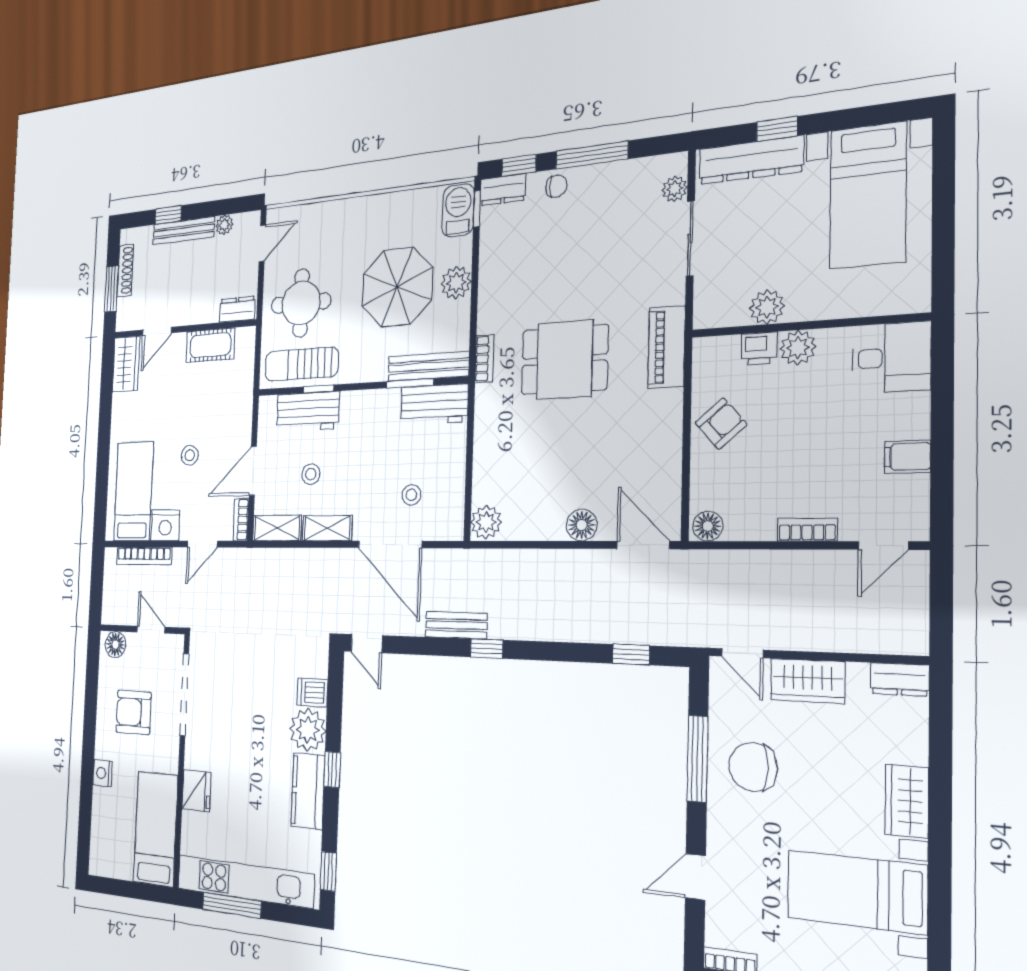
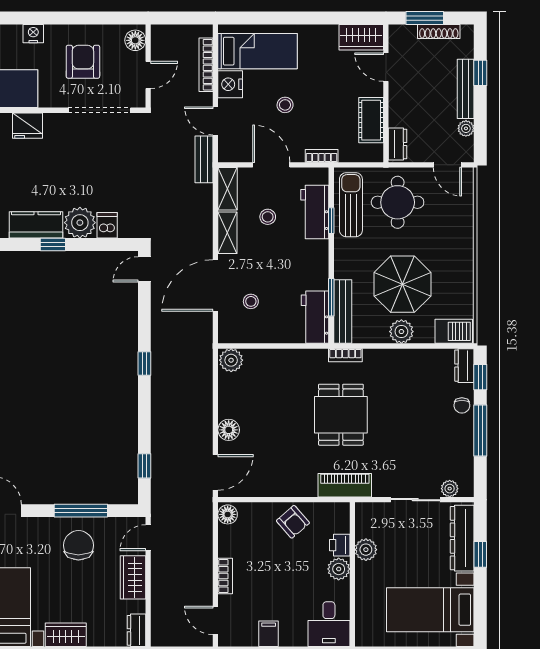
window: (477, 209) -> (453, 346), removed
bookcase: (241, 520) -> (322, 156), moved
bench: (456, 625) -> (204, 159), moved

